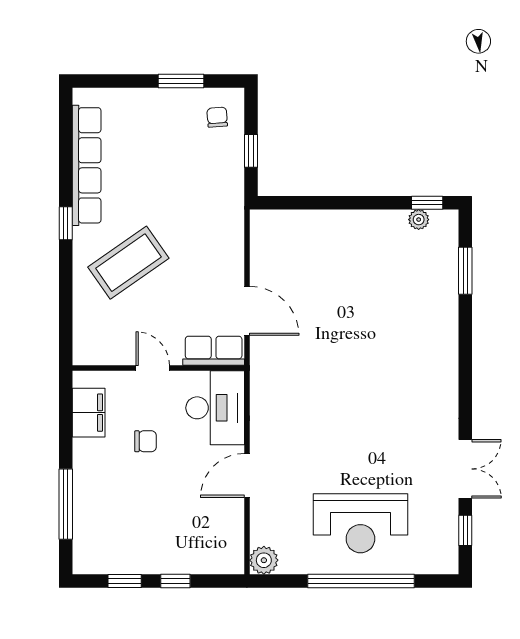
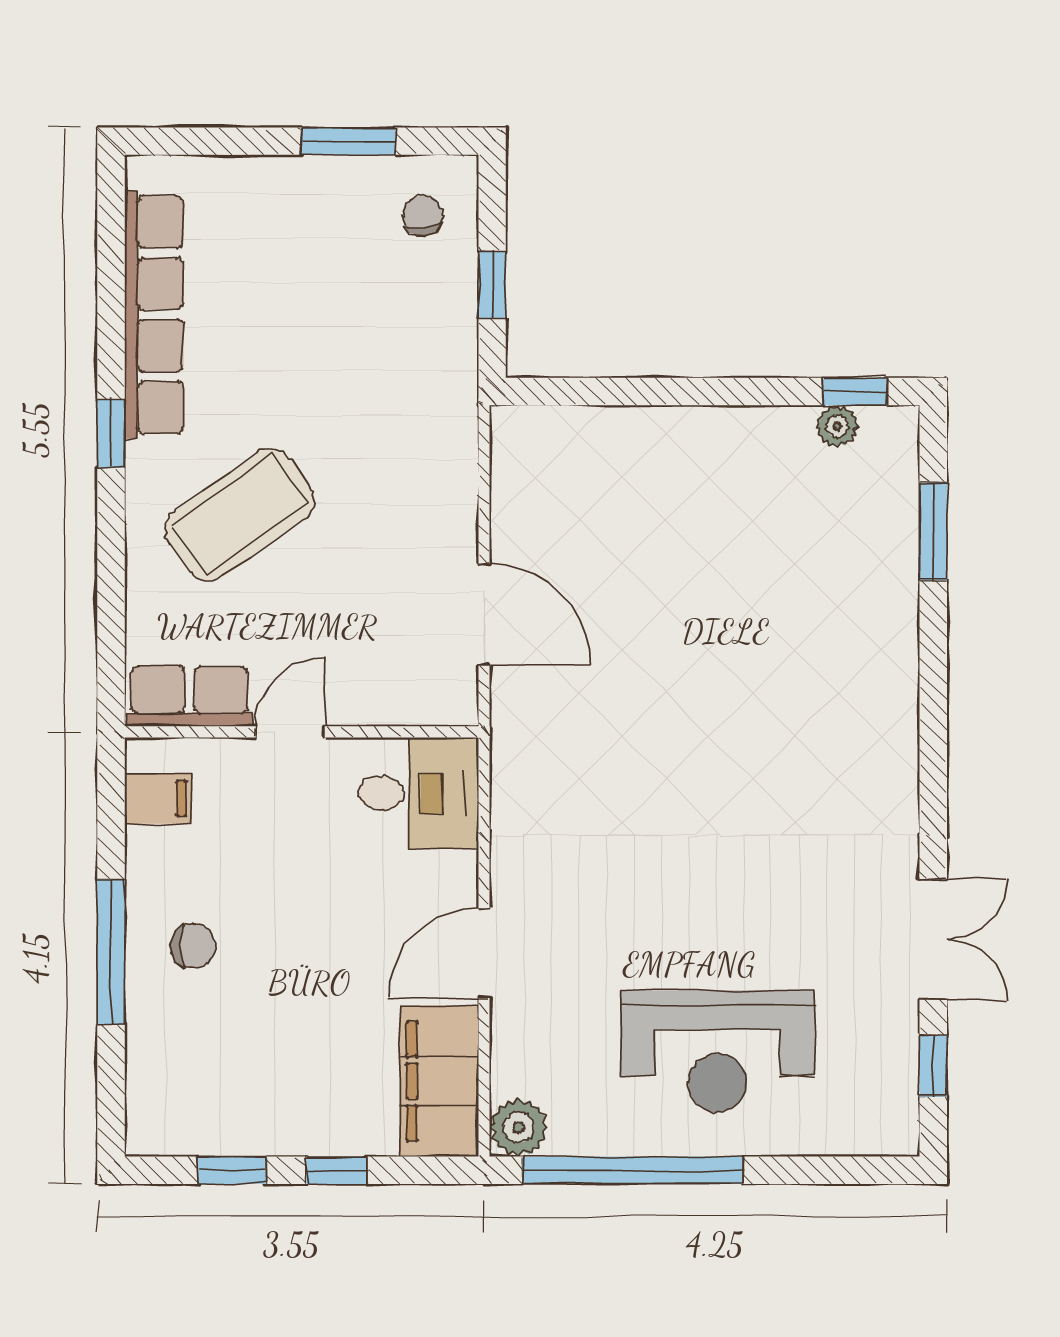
row of seats: (214, 351) -> (189, 696), moved
door: (153, 368) -> (290, 732), hinge flipped
desk: (215, 408) -> (418, 793), width x0.73
filing cabinet: (89, 413) -> (158, 799), width x0.50
chair: (146, 441) -> (193, 946), moved
window: (66, 504) -> (111, 952), moved
filing cabinet: (225, 538) -> (439, 1081), added
window: (361, 581) -> (632, 1170), moved

